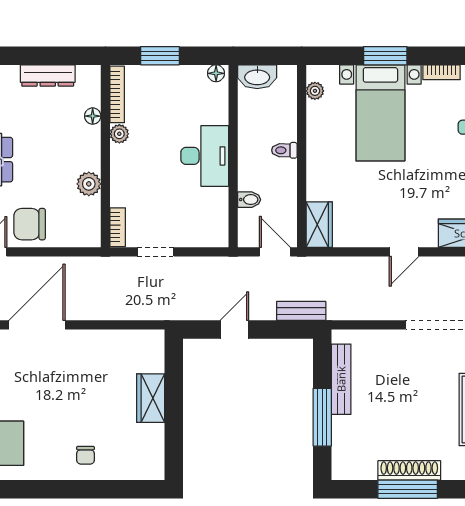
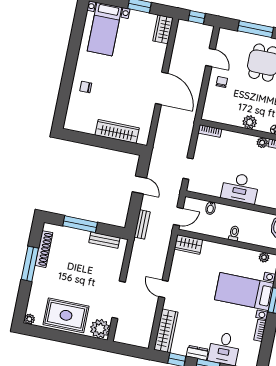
plant: (89, 184) -> (250, 122), moved
chair: (30, 224) -> (222, 82), width x0.54, depth x0.54
doorway: (156, 252) -> (188, 169), moved
door: (37, 325) -> (162, 88), moved
bench: (341, 379) -> (104, 240), width x0.73
wardrobe: (151, 398) -> (117, 131), width x1.50
shoe rack: (409, 470) -> (44, 249), moved

